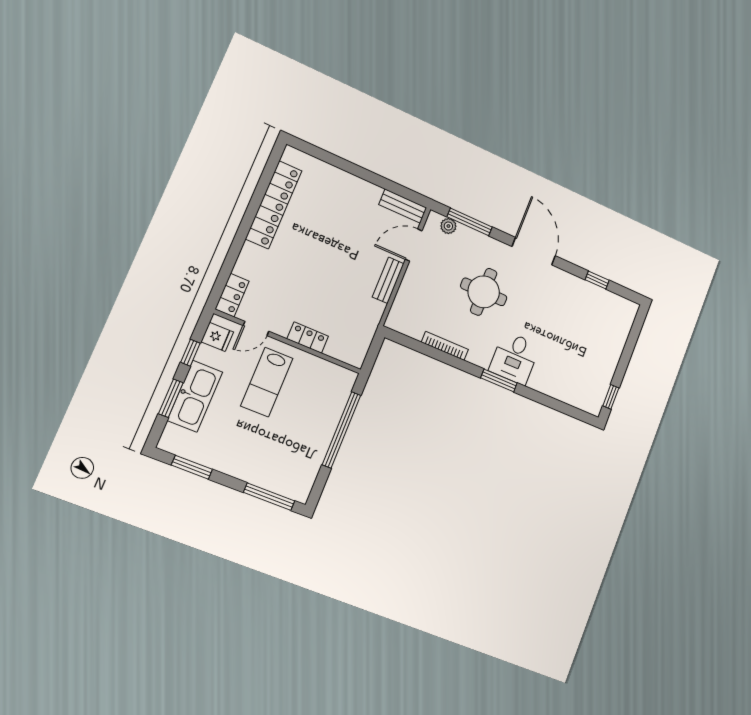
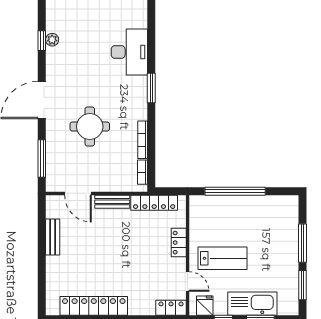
bench: (403, 206) -> (53, 237), moved
plant: (448, 226) -> (52, 40), moved
locker: (367, 328) -> (154, 203), added
bookcase: (408, 330) -> (143, 172), added
desk: (514, 358) -> (129, 52), moved, width x1.37
window: (269, 497) -> (302, 243), moved

